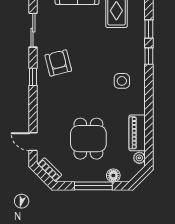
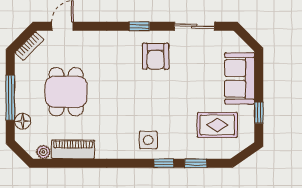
armchair: (58, 63) -> (156, 56), turned 104
side table: (122, 81) -> (148, 140), moved
dining table: (88, 139) -> (66, 92), turned 90

